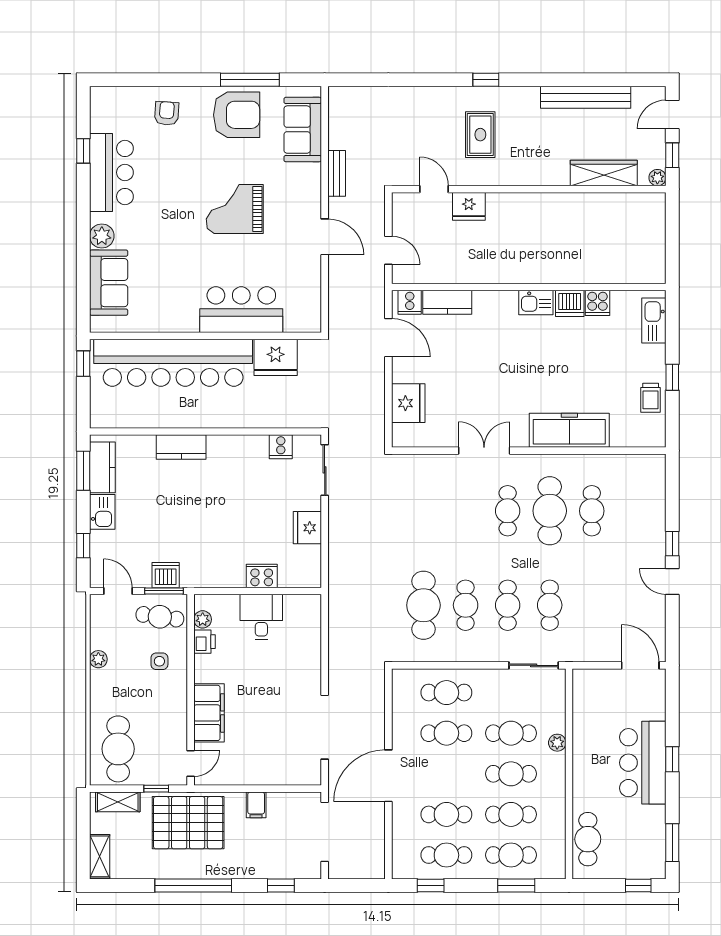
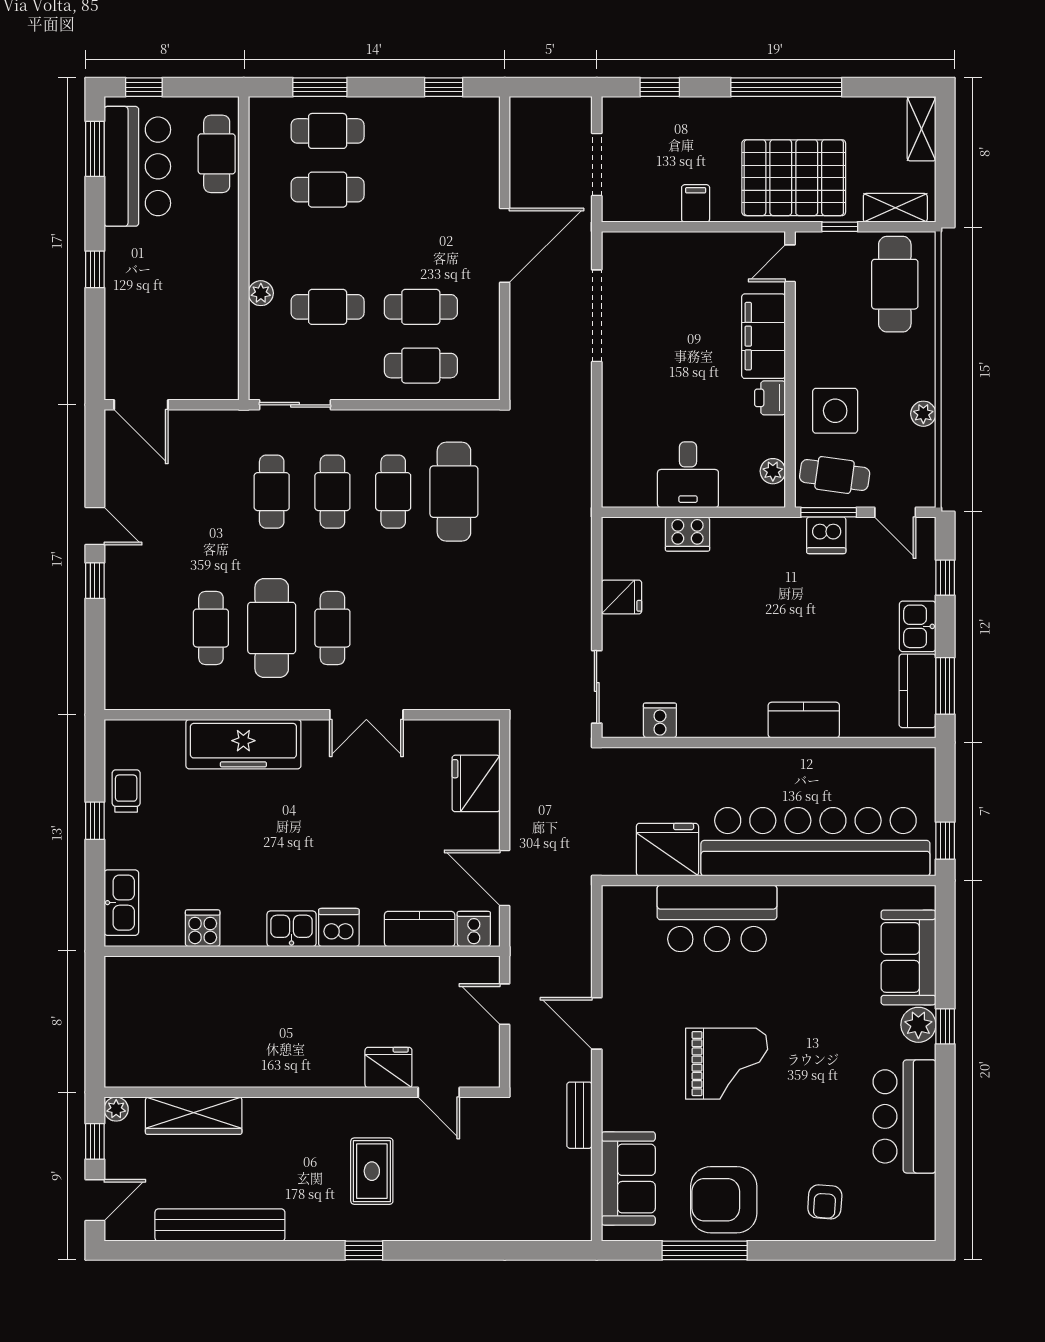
window: (83, 151) -> (945, 1026), moved
dishwasher: (570, 303) -> (339, 928), moved
fridge: (307, 528) -> (622, 597), width x0.72
printer: (205, 642) -> (770, 398), moved
side table: (159, 661) -> (835, 411), width x1.87, depth x1.87
bar counter: (643, 763) -> (137, 166), moved
cafe table: (511, 774) -> (328, 248), removed
cafe table: (446, 814) -> (421, 190), removed
doorway: (325, 832) -> (597, 164), width x0.73
cafe table: (446, 855) -> (421, 131), removed

